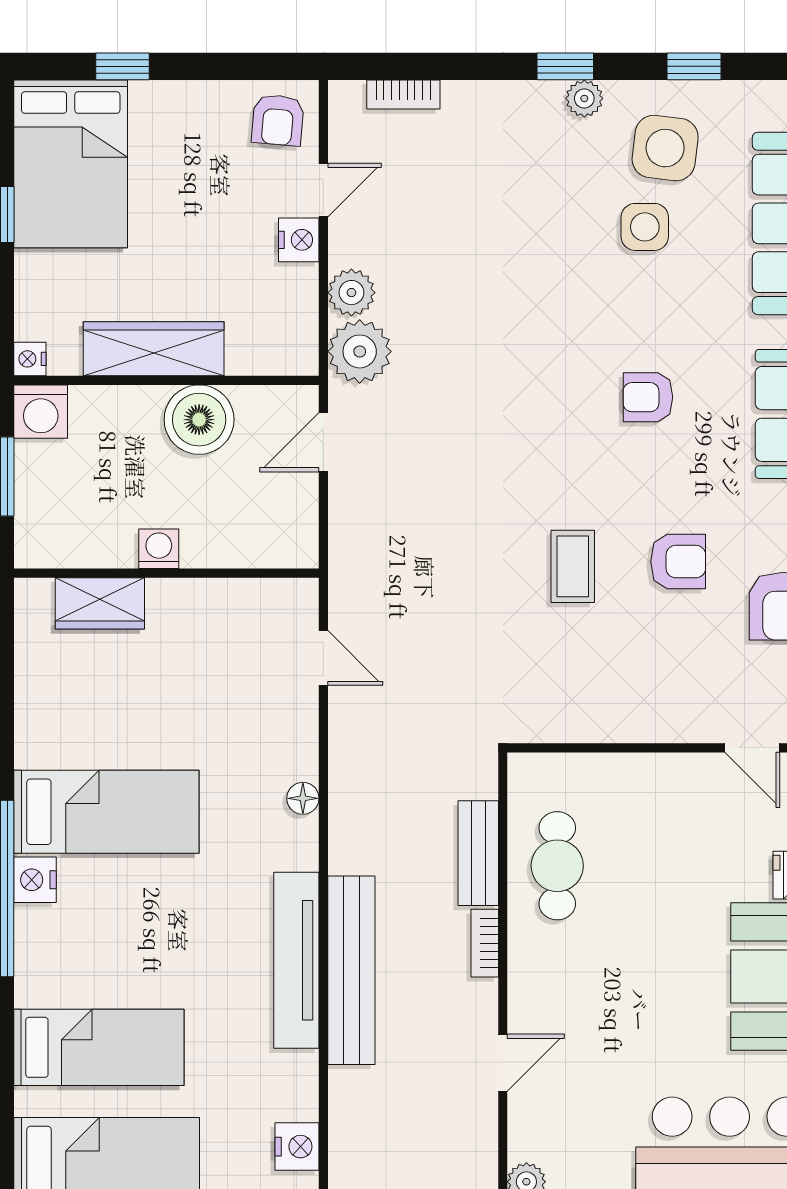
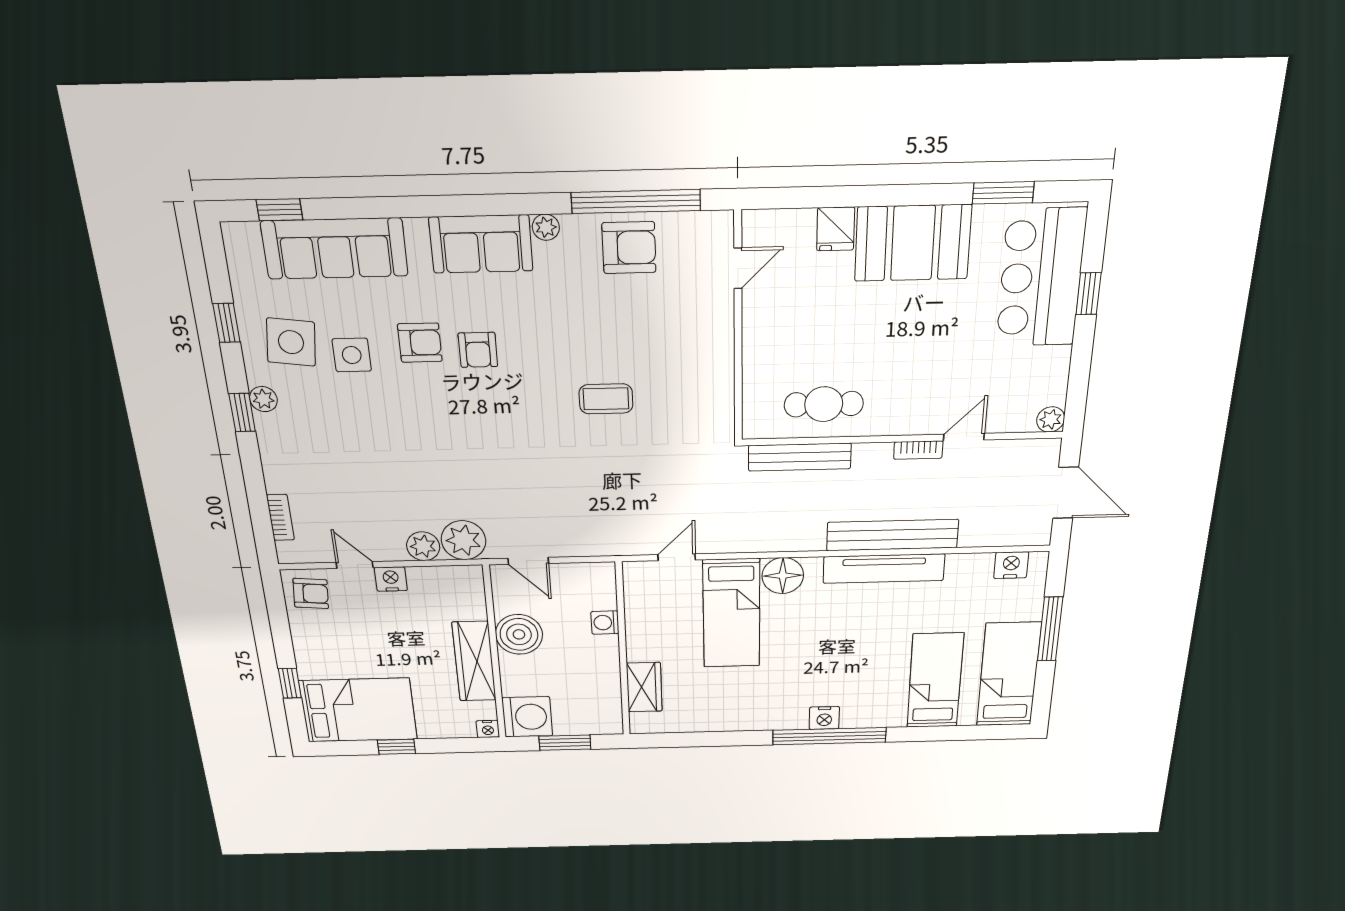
washing machine: (41, 412) -> (527, 717), width x1.37, depth x1.37
washing machine: (159, 549) -> (605, 623), moved
armchair: (678, 562) -> (420, 343), moved, turned 90
floor lamp: (303, 798) -> (783, 576), width x1.89, depth x1.89
bed: (106, 812) -> (731, 613), moved, turned 180
bench: (478, 853) -> (800, 457), width x1.36
bookcase: (485, 943) -> (918, 450), moved
door: (503, 1063) -> (964, 437), hinge flipped

